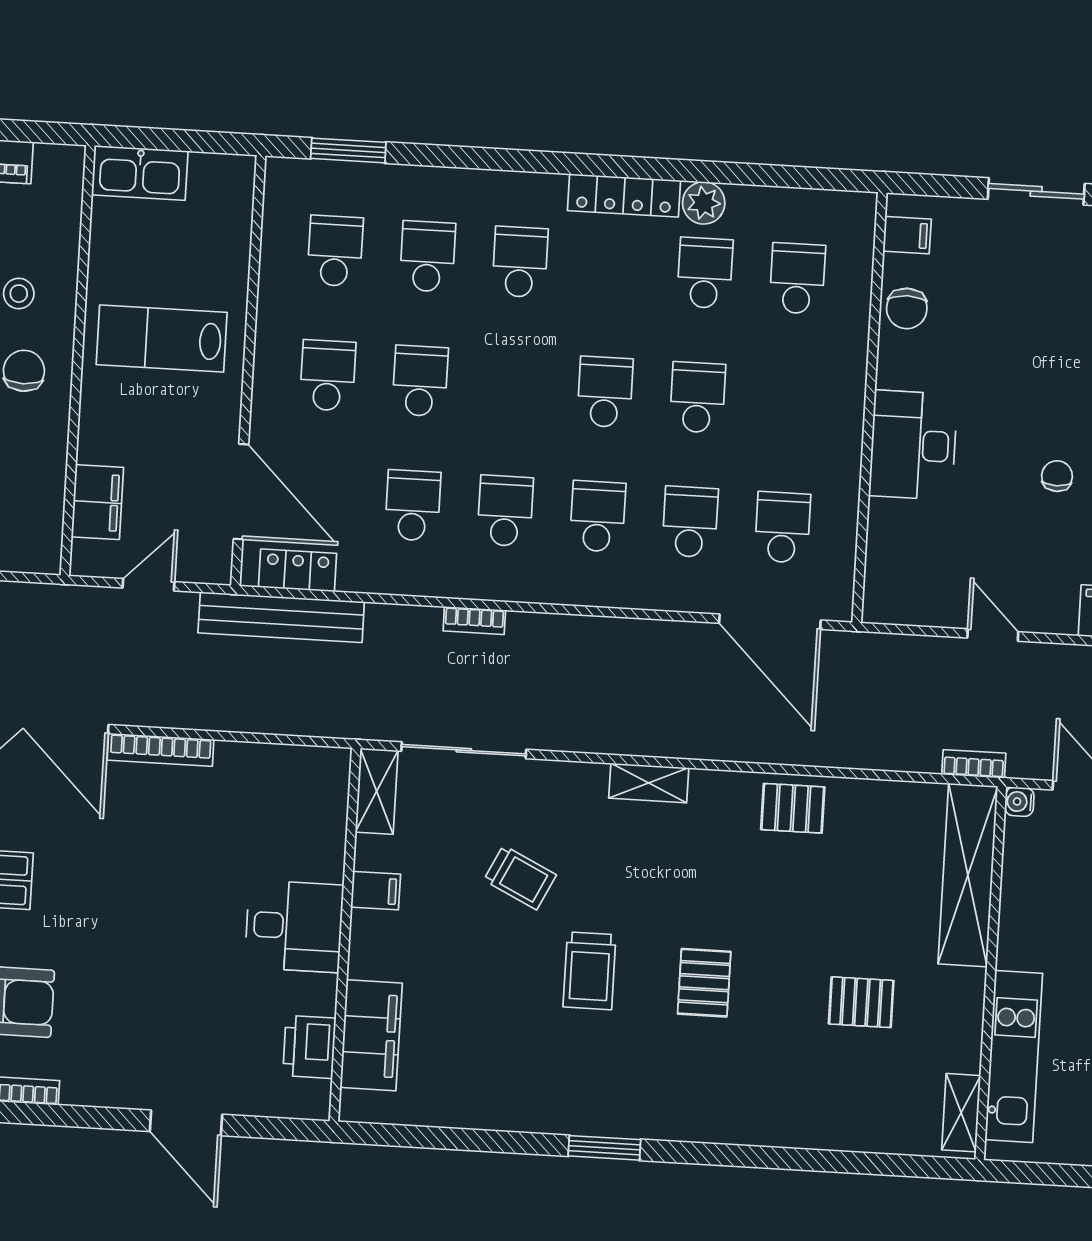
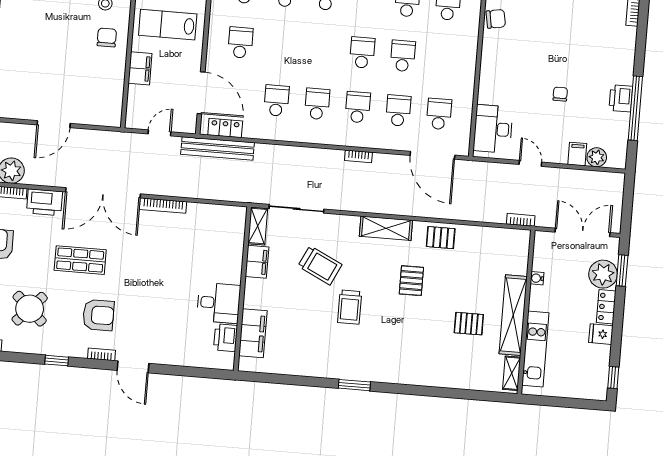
chair: (907, 308) -> (496, 19), turned -100
school desk: (420, 381) -> (281, 46), removed
desk: (913, 445) -> (493, 129), moved
filing cabinet: (97, 502) -> (140, 68), moved
bookcase: (474, 621) -> (358, 156), moved
shelving: (649, 783) -> (386, 228), width x1.50, depth x1.33
water cooler: (1019, 802) -> (537, 278), moved
shelving: (968, 875) -> (513, 315), moved
trolley: (520, 877) -> (320, 265), width x1.36, depth x1.39
filing cabinet: (376, 891) -> (257, 262), width x2.00
desk: (294, 926) -> (219, 303), moved
pallet: (704, 983) -> (411, 281), moved
door: (186, 1123) -> (133, 367), moved

